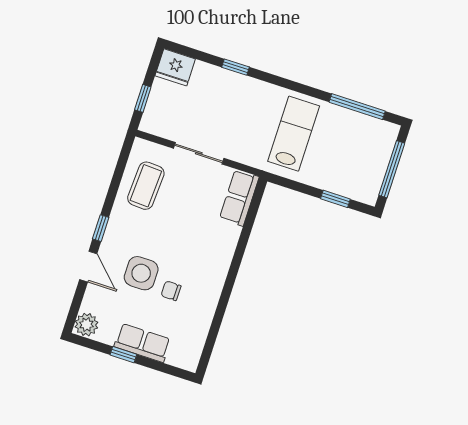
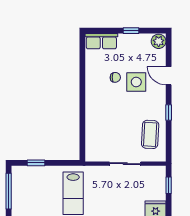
row of seats: (239, 198) -> (93, 145), removed
window: (101, 228) -> (169, 112), moved
row of seats: (142, 343) -> (101, 41), moved

